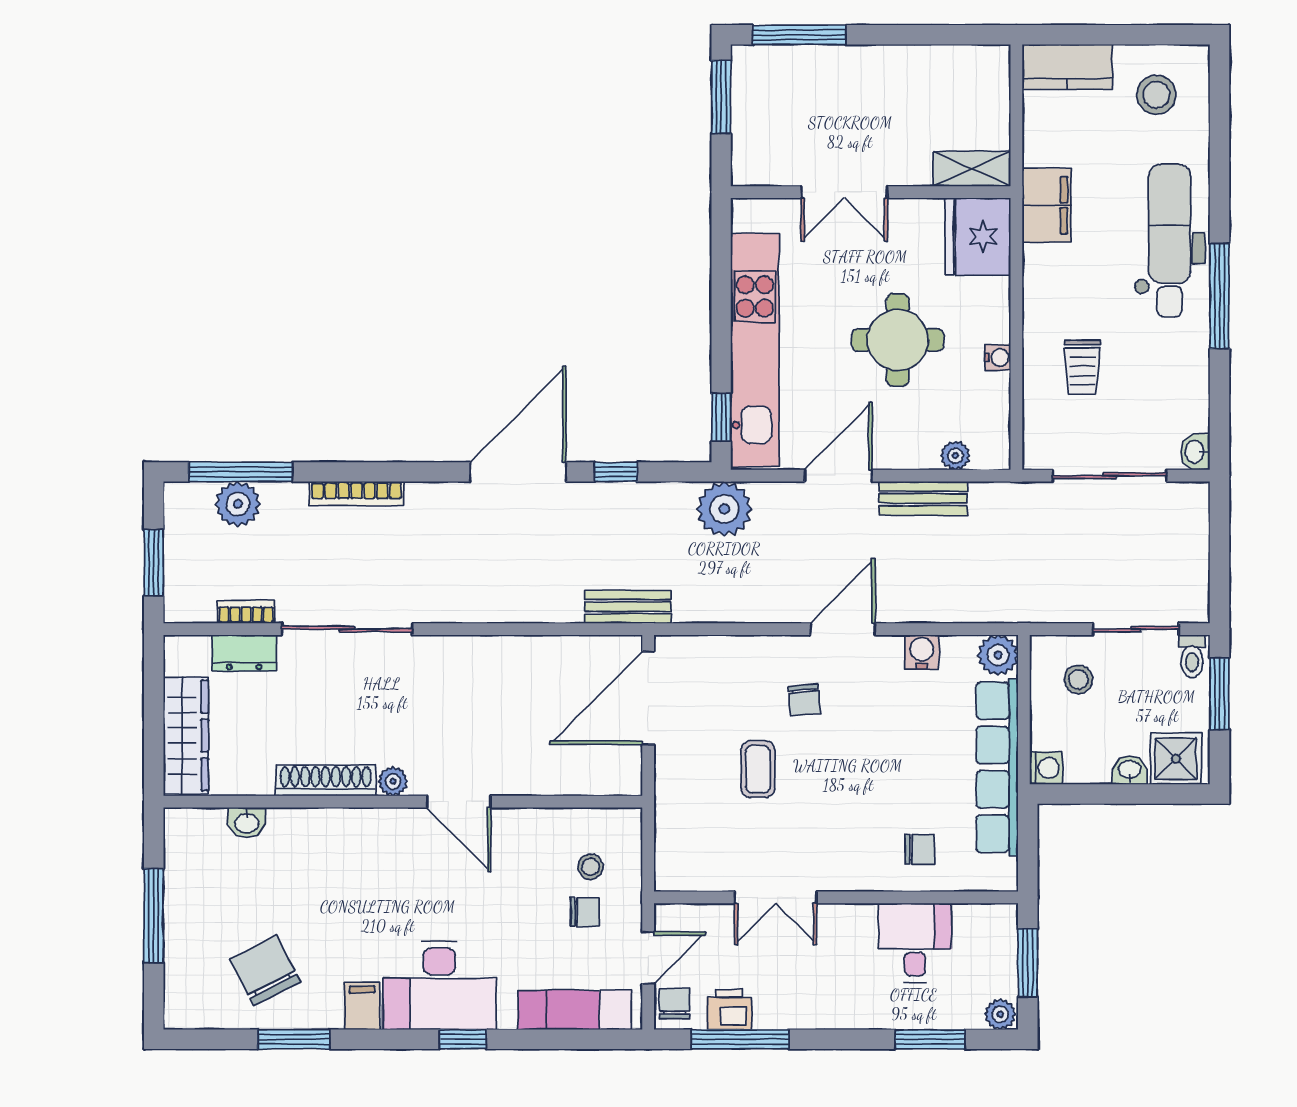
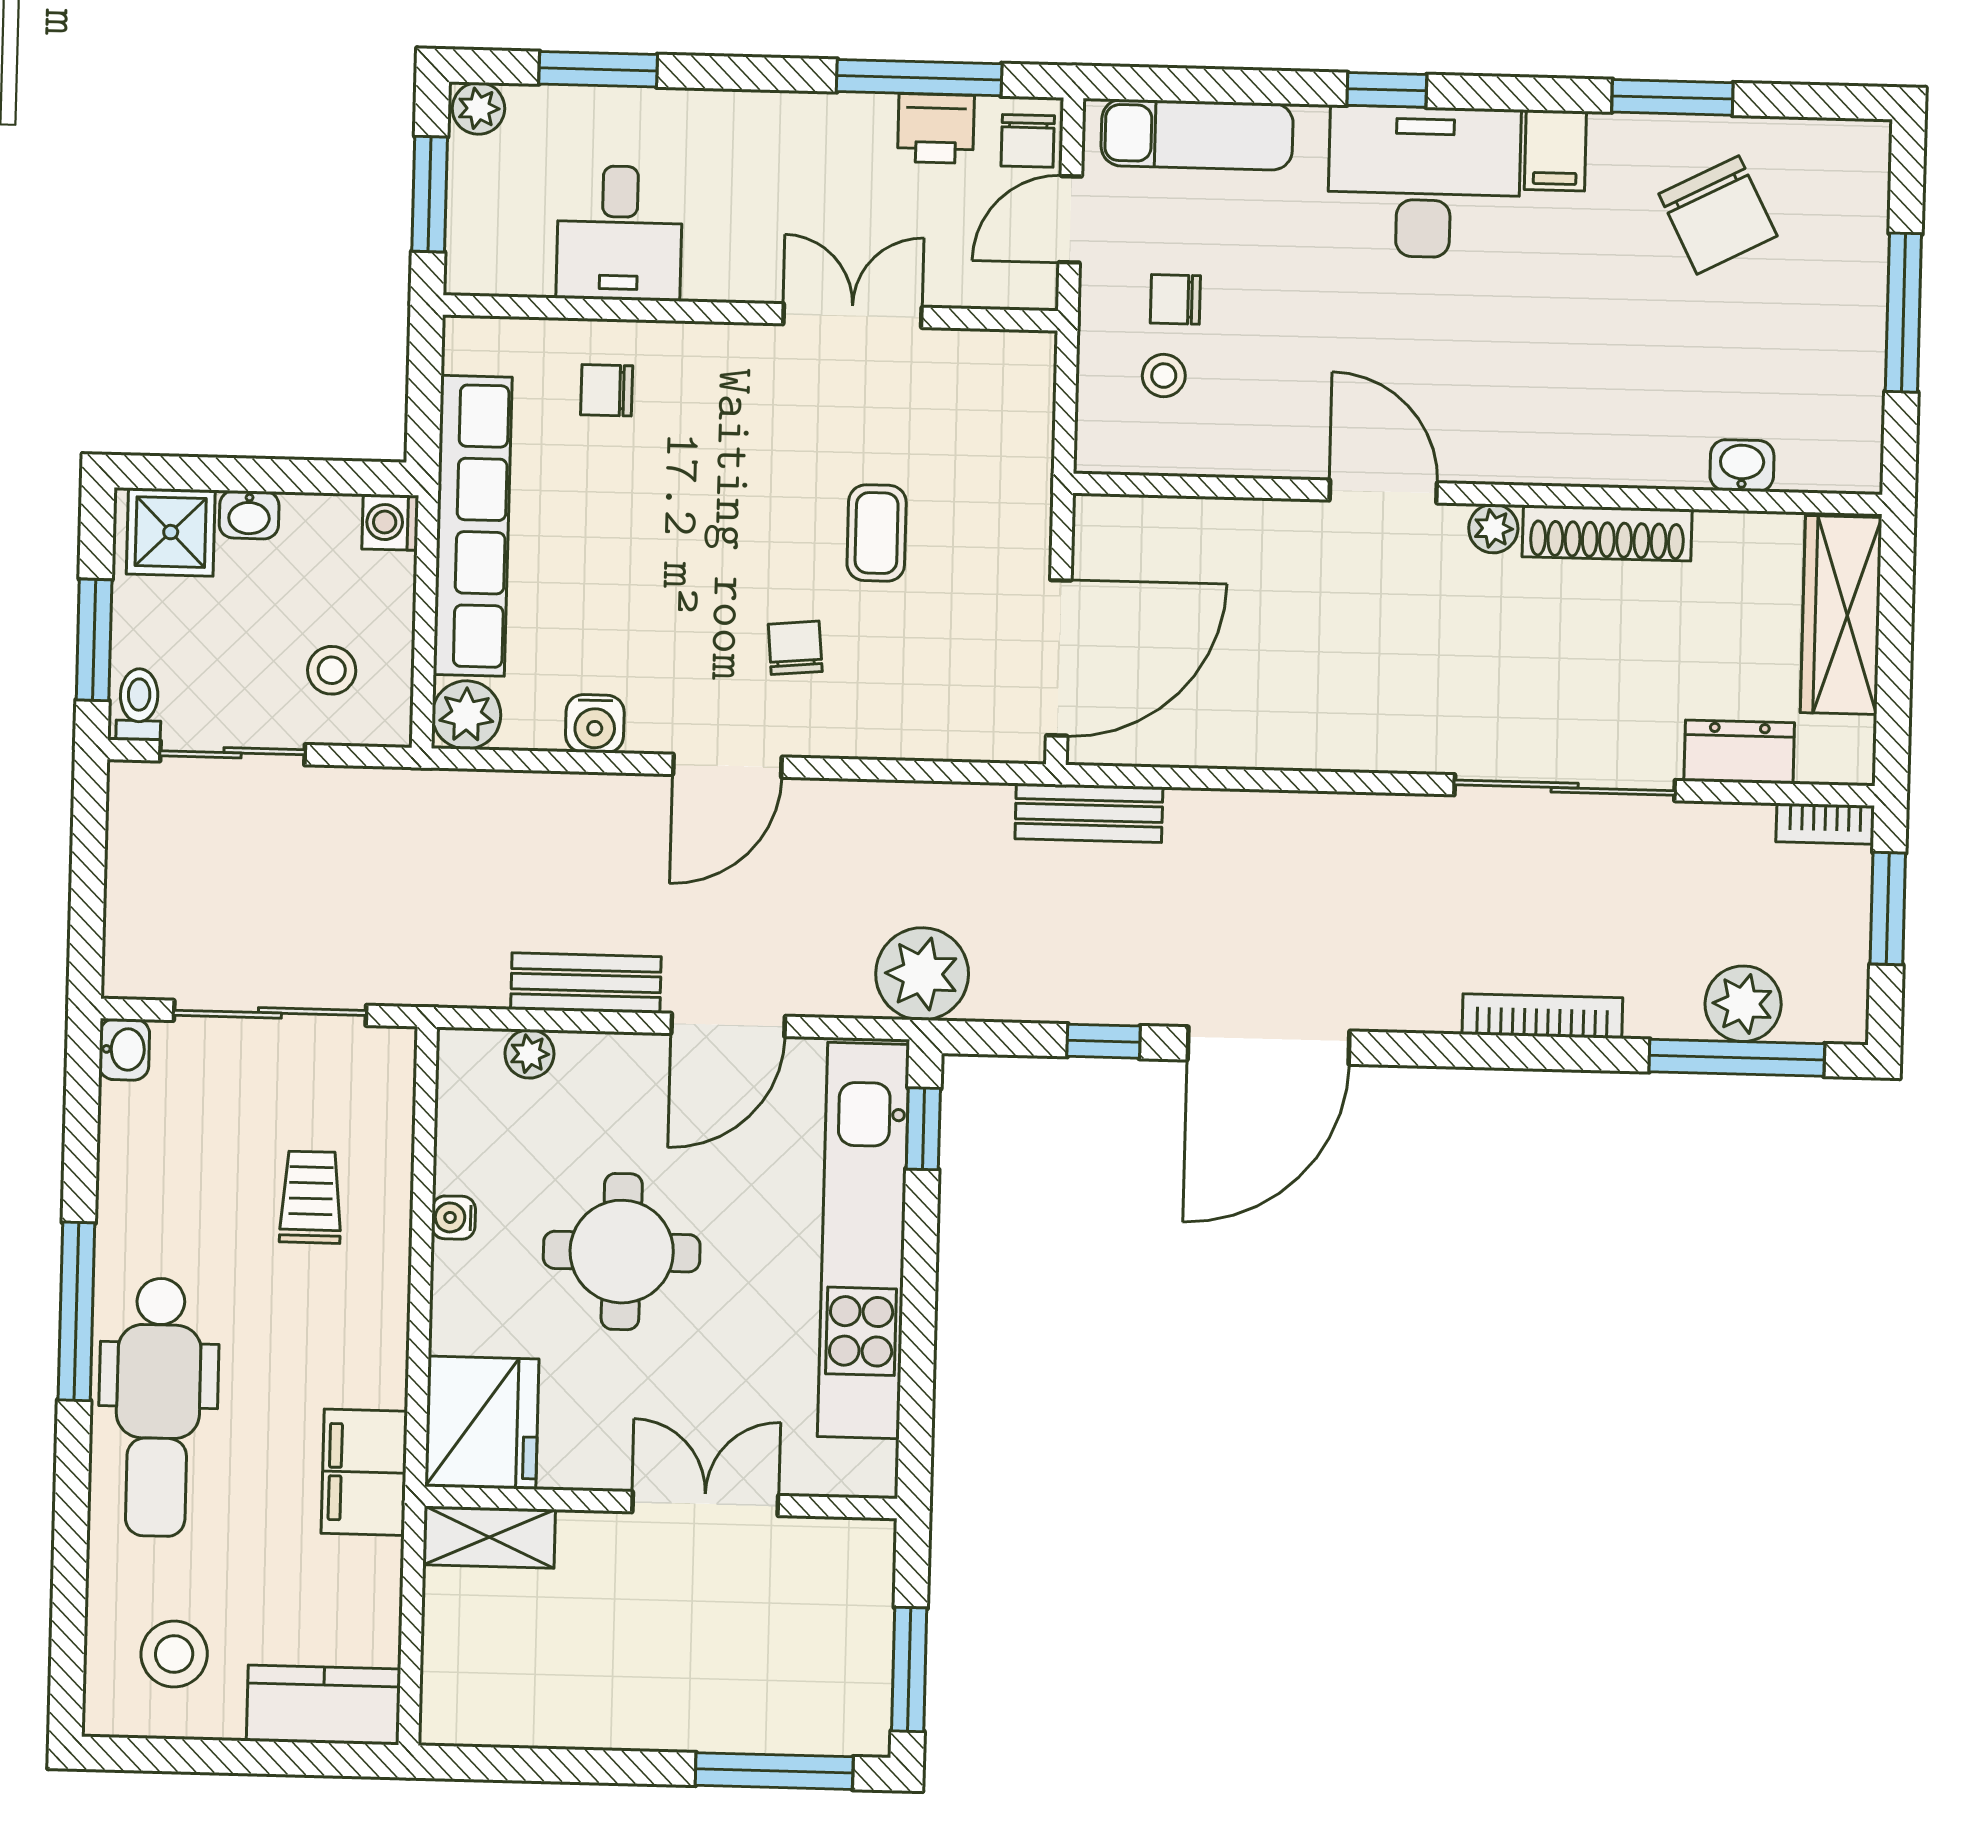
bookcase: (246, 612) -> (1825, 824), moved

